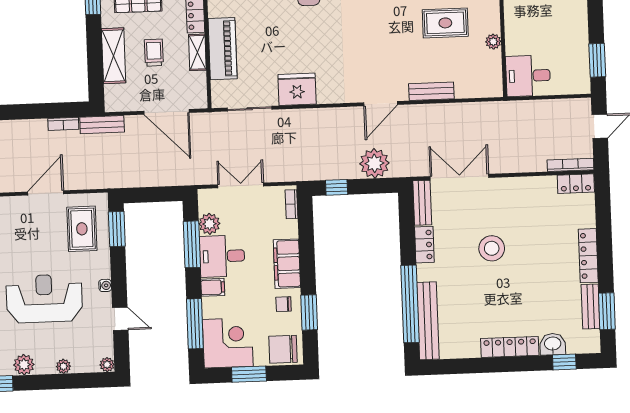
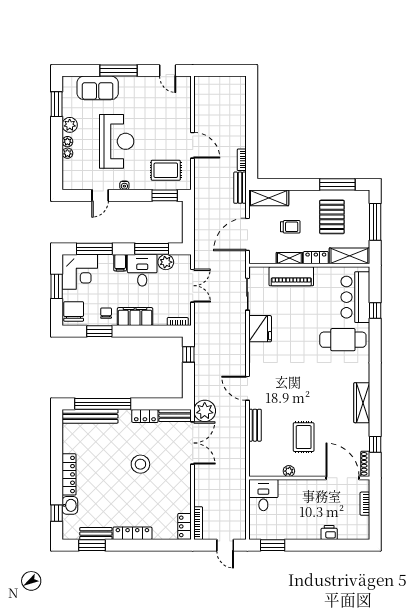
shelving: (114, 56) -> (269, 198), moved
plant: (374, 163) -> (205, 411), moved
plant: (107, 365) -> (67, 142), moved

